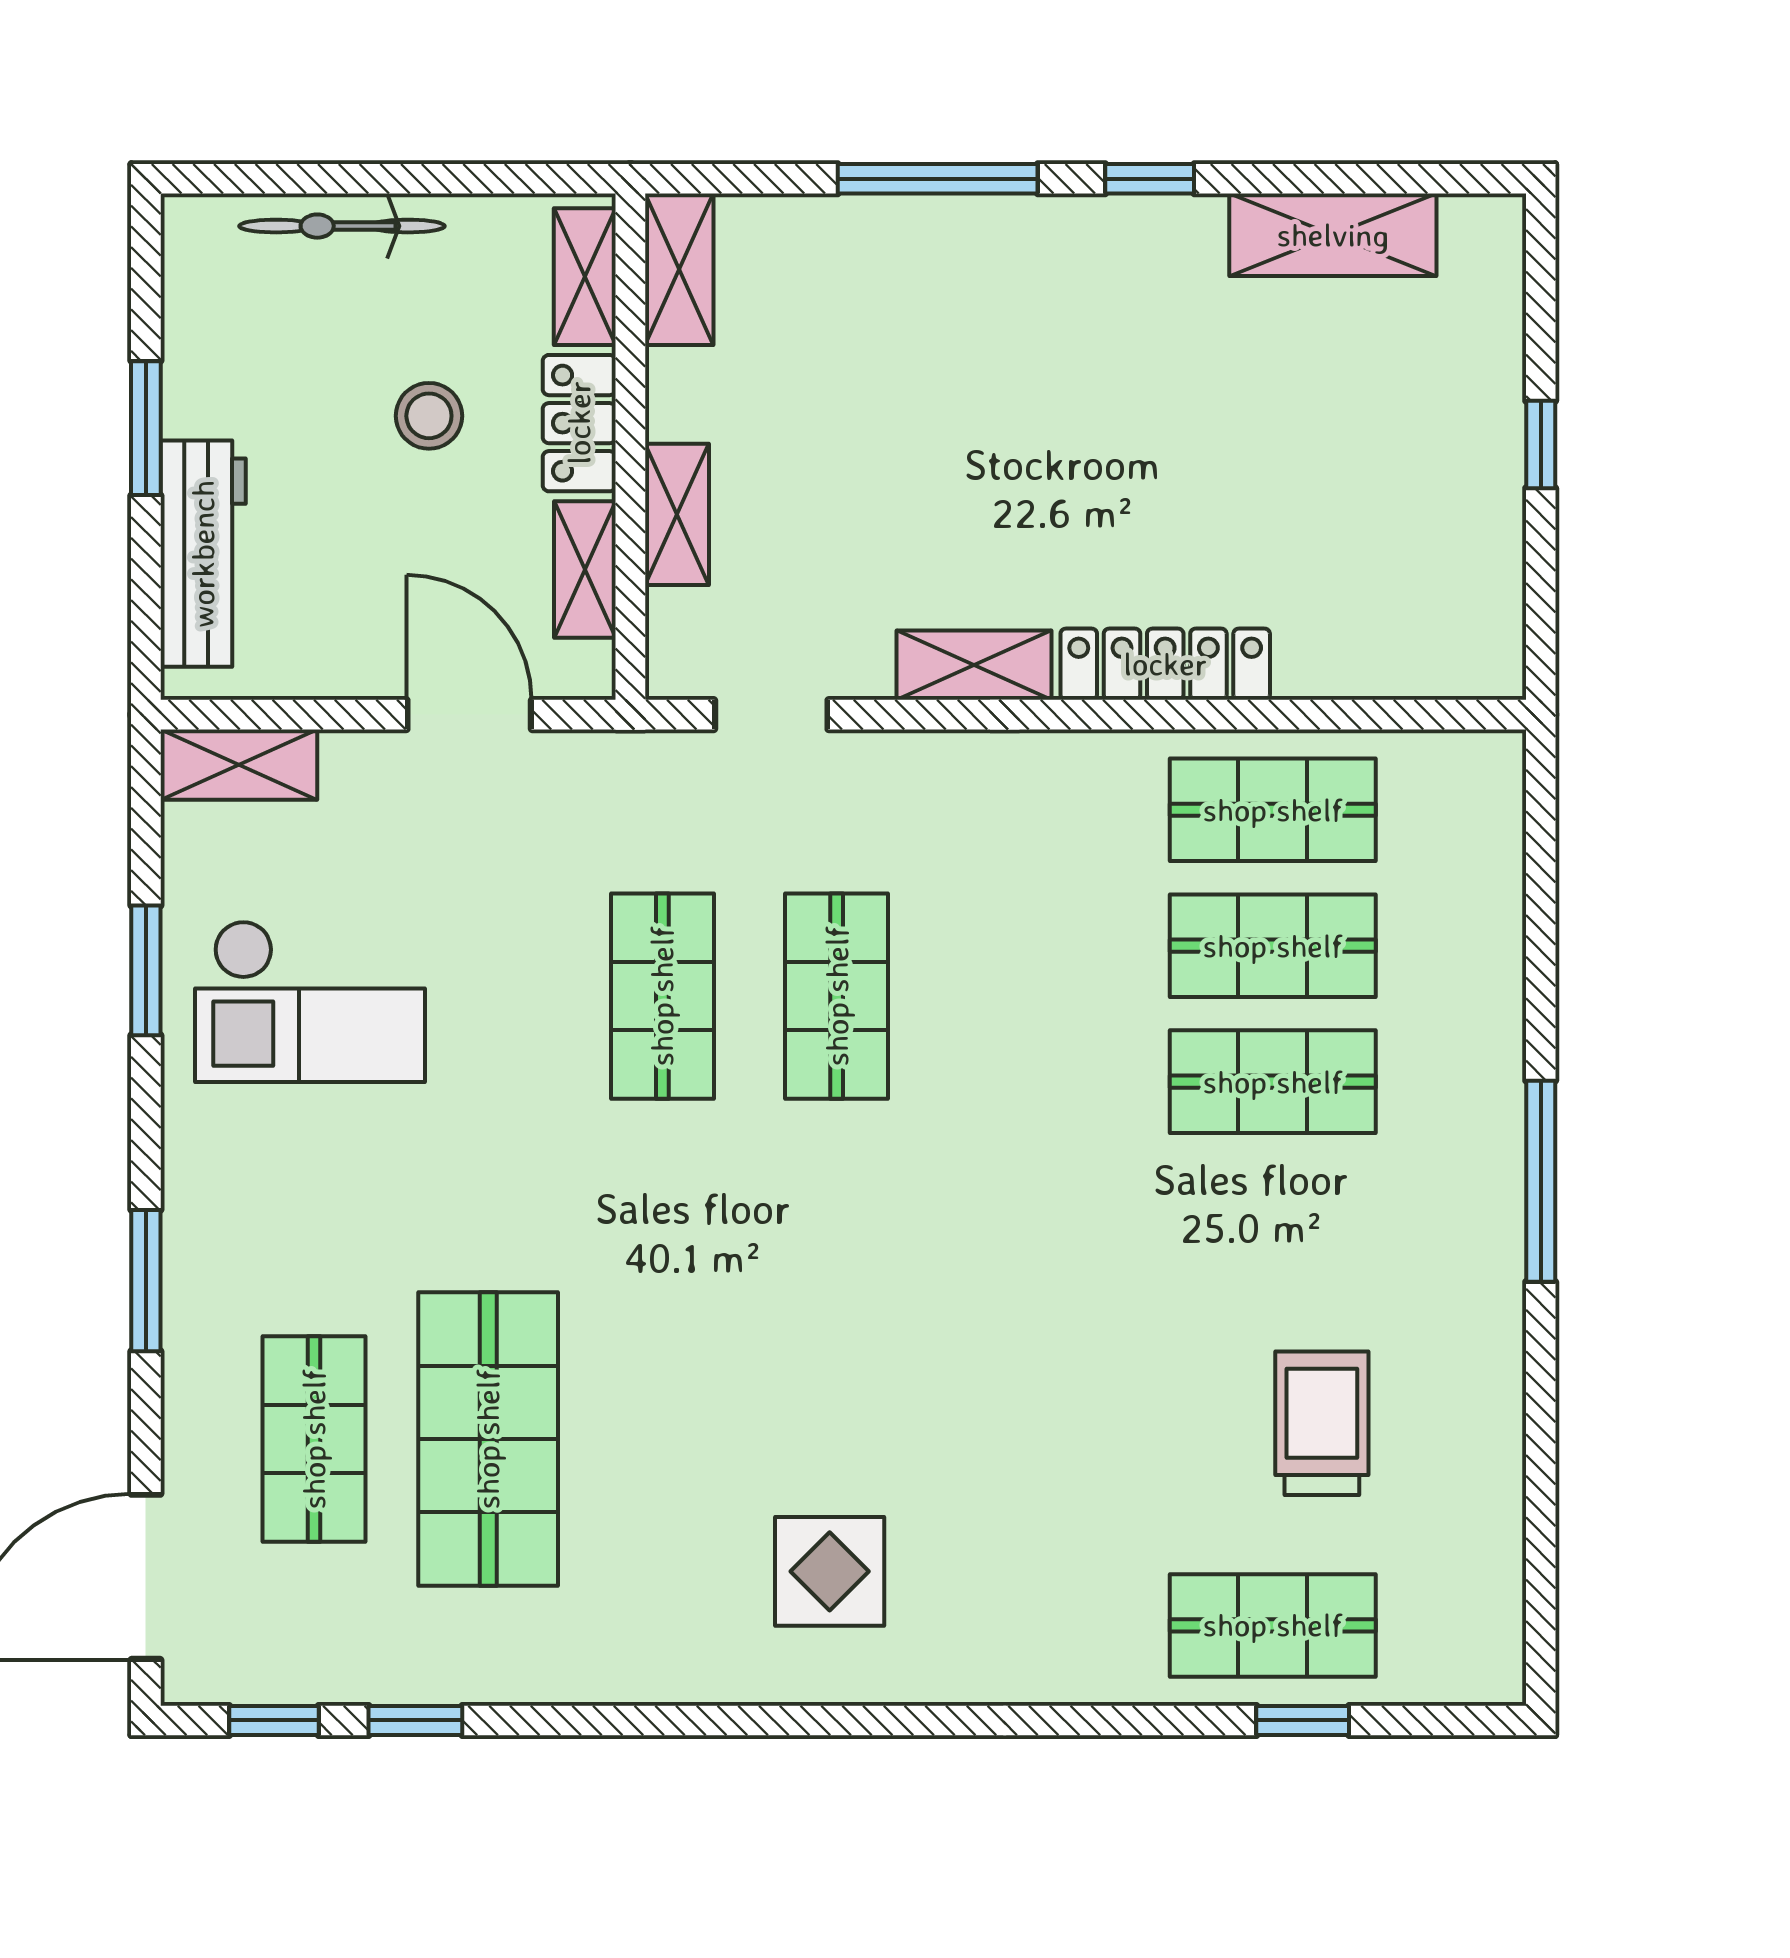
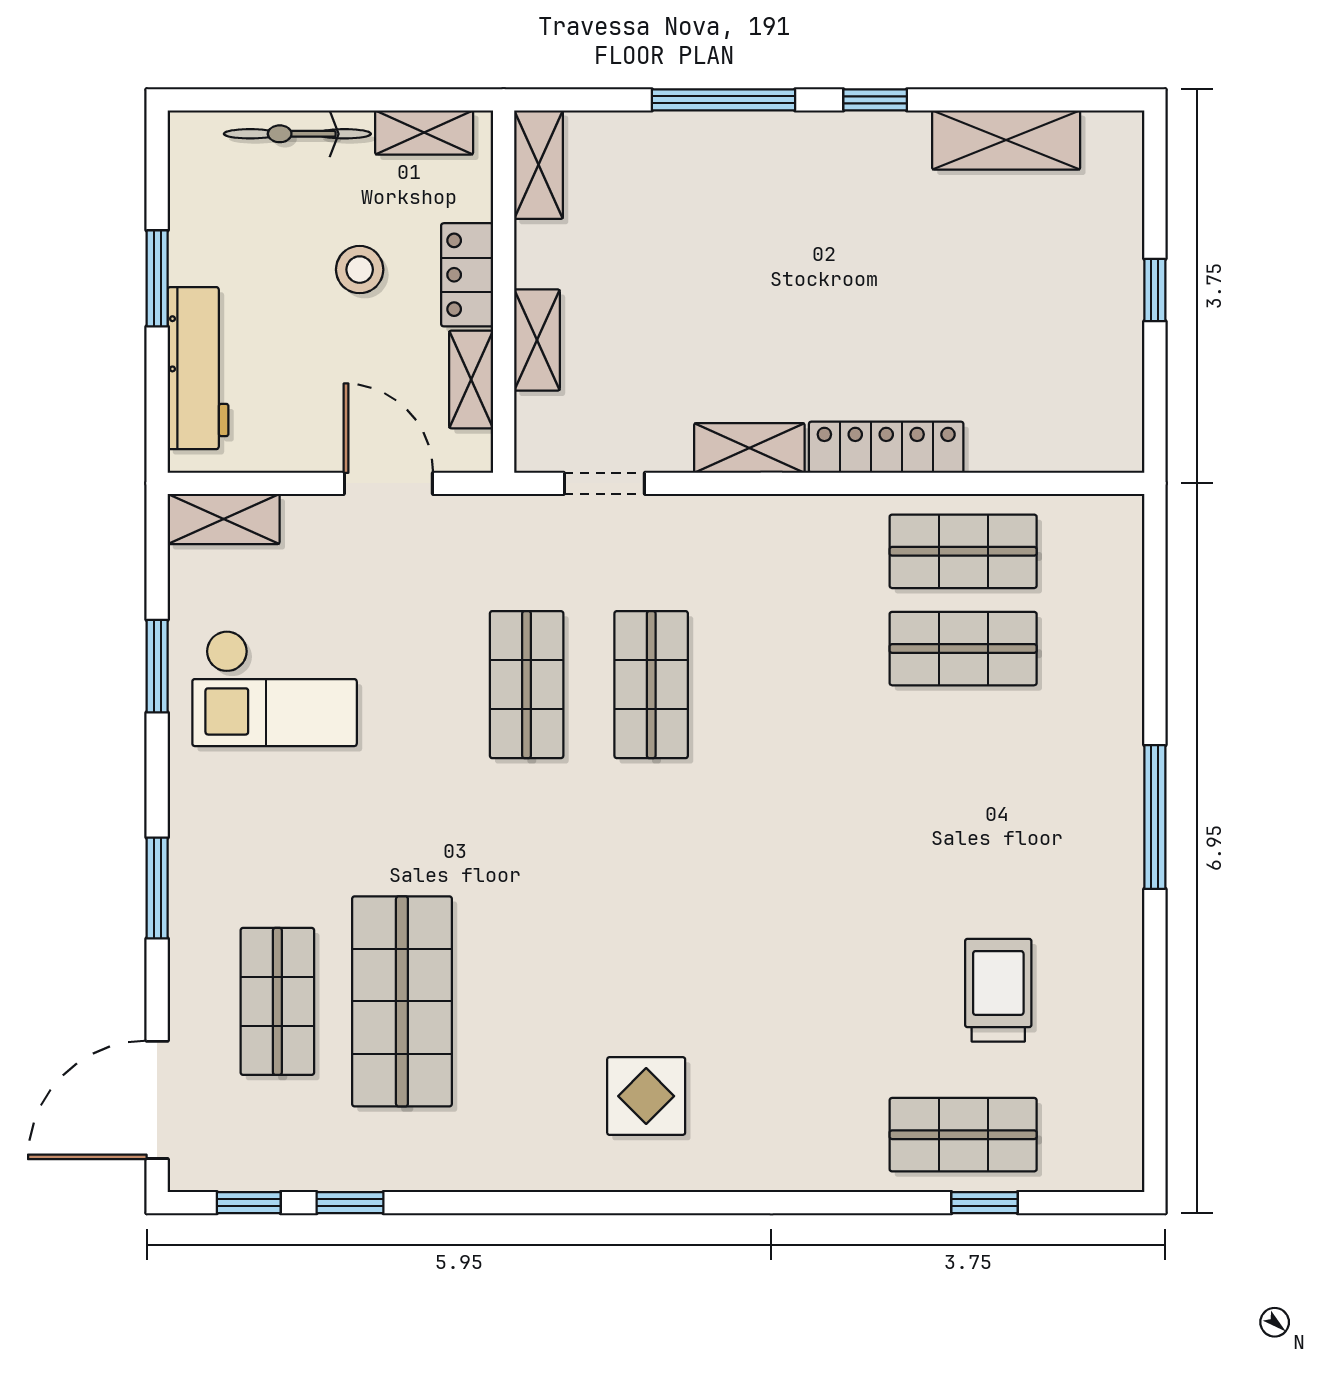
shelving: (585, 277) -> (424, 133), moved, turned 90
shop shelf: (1273, 1082) -> (963, 746), removed

